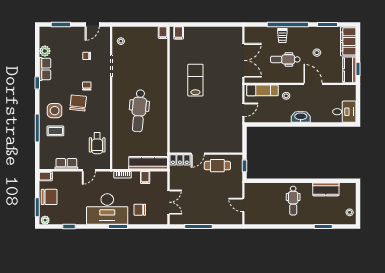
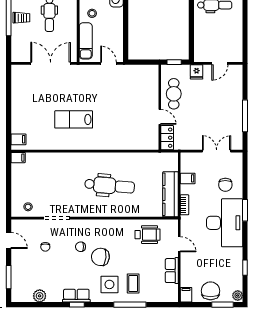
row of seats: (45, 69) -> (76, 296), moved
kitchen counter: (148, 163) -> (170, 194), moved
fridge: (236, 185) -> (197, 72), added

